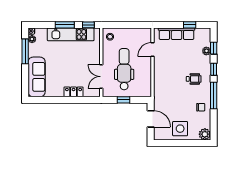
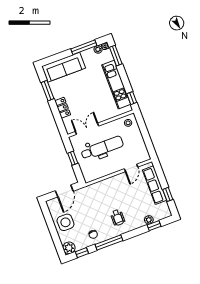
window: (65, 25) -> (116, 56), moved
door: (153, 49) -> (131, 168), swing flipped
window: (214, 69) -> (82, 253), moved
window: (53, 100) -> (47, 91), added

